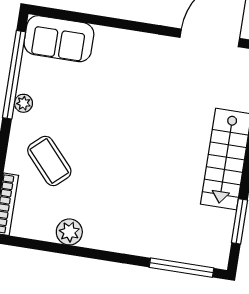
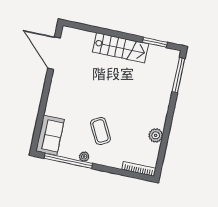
coffee table: (49, 161) -> (101, 131), moved, turned -76

